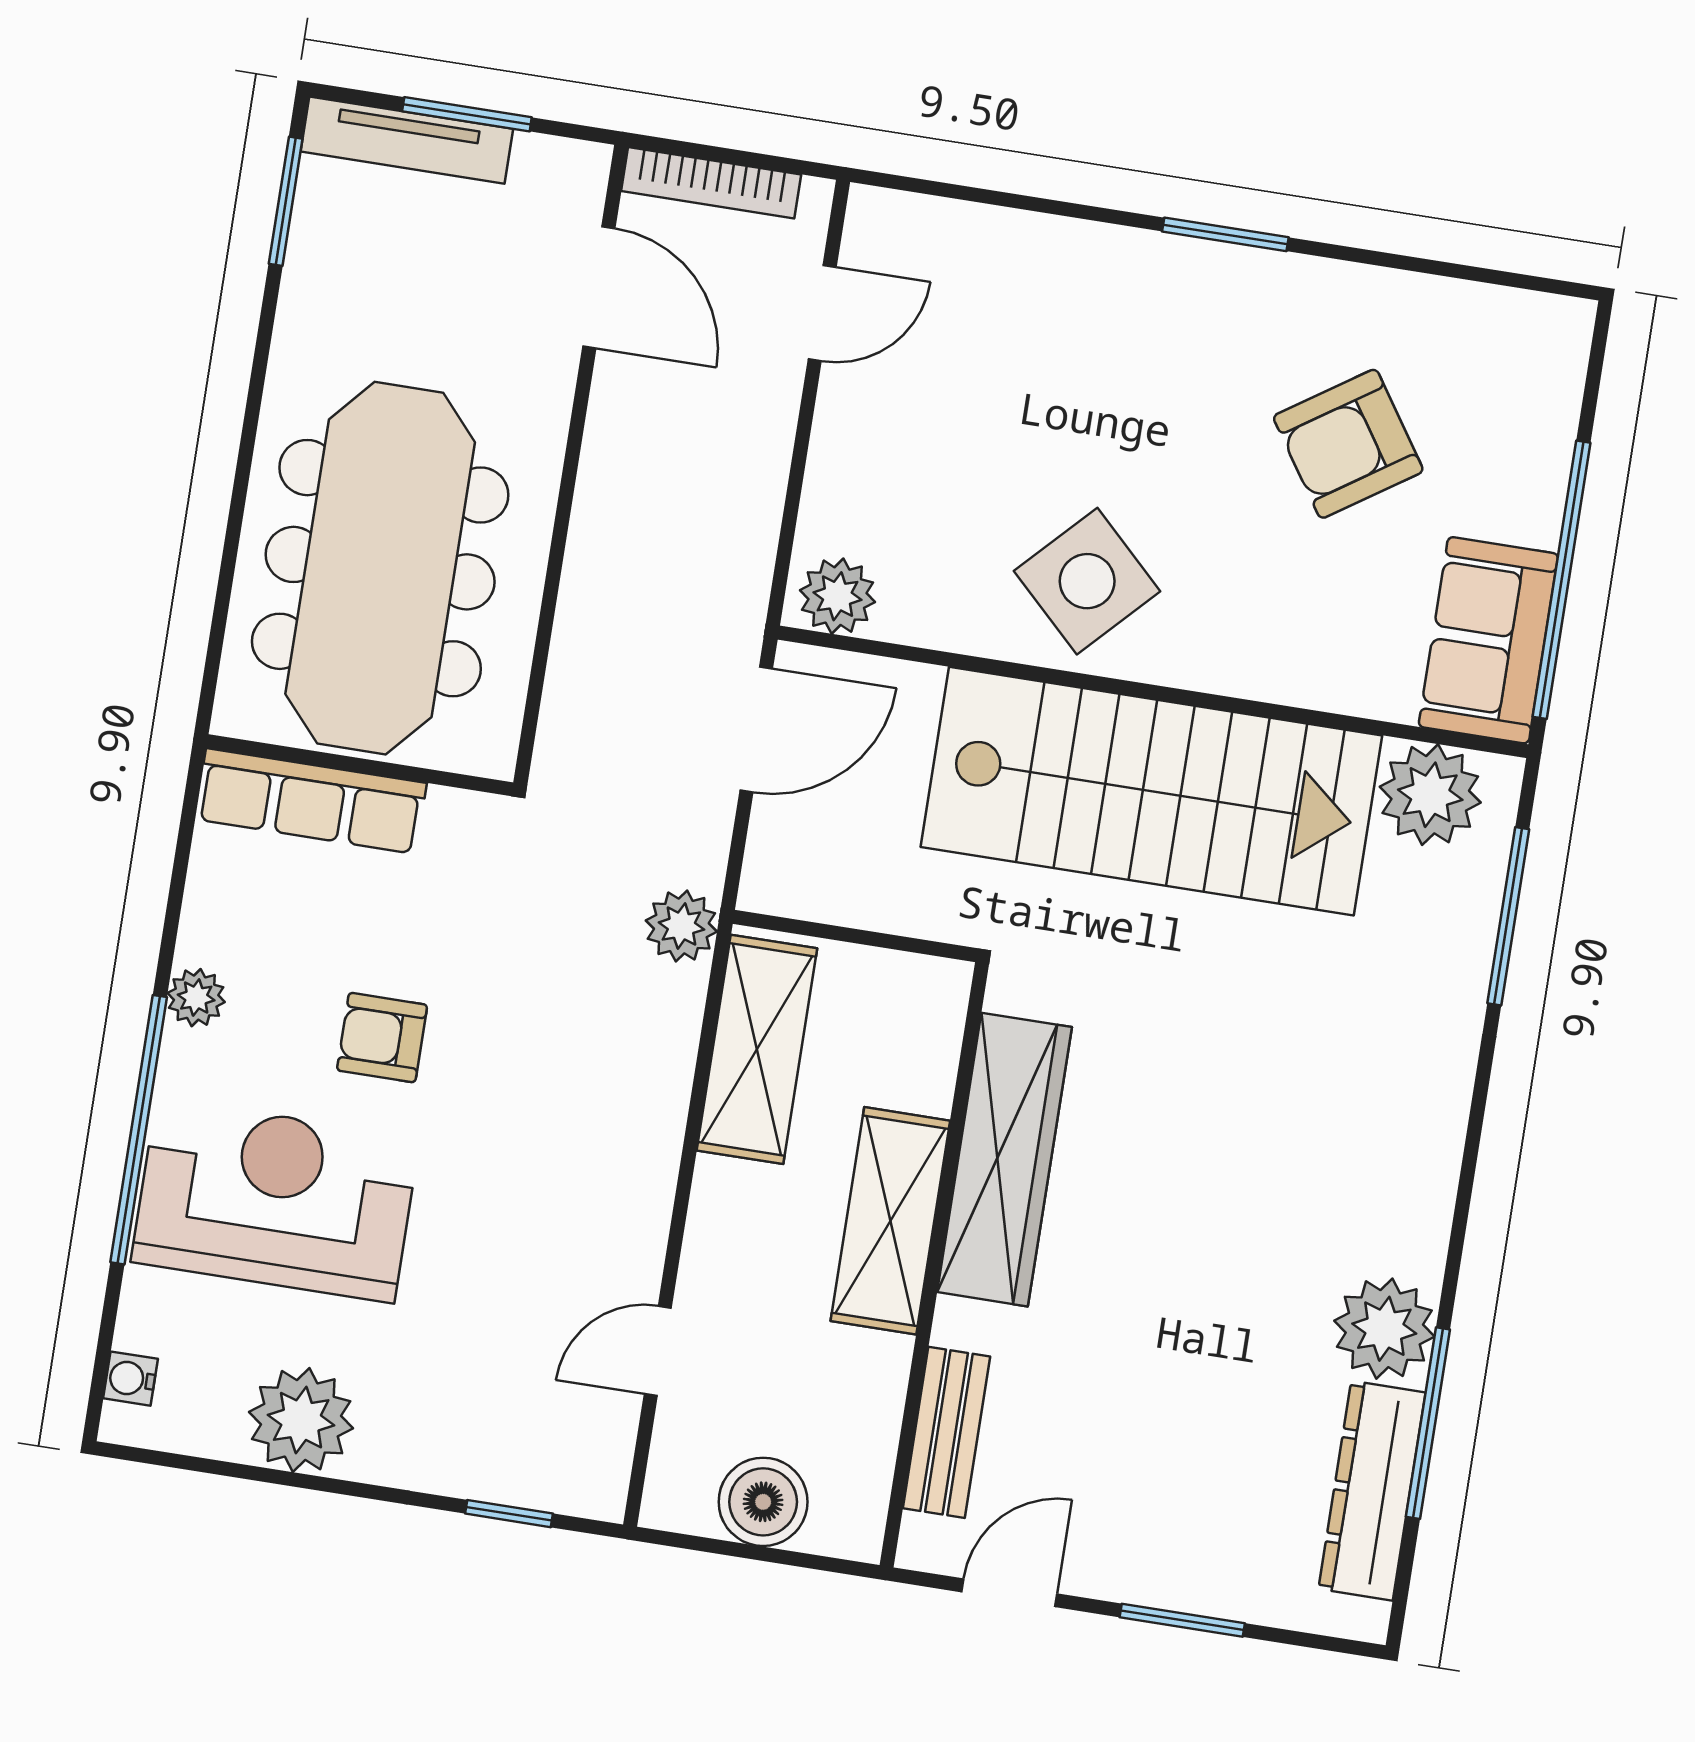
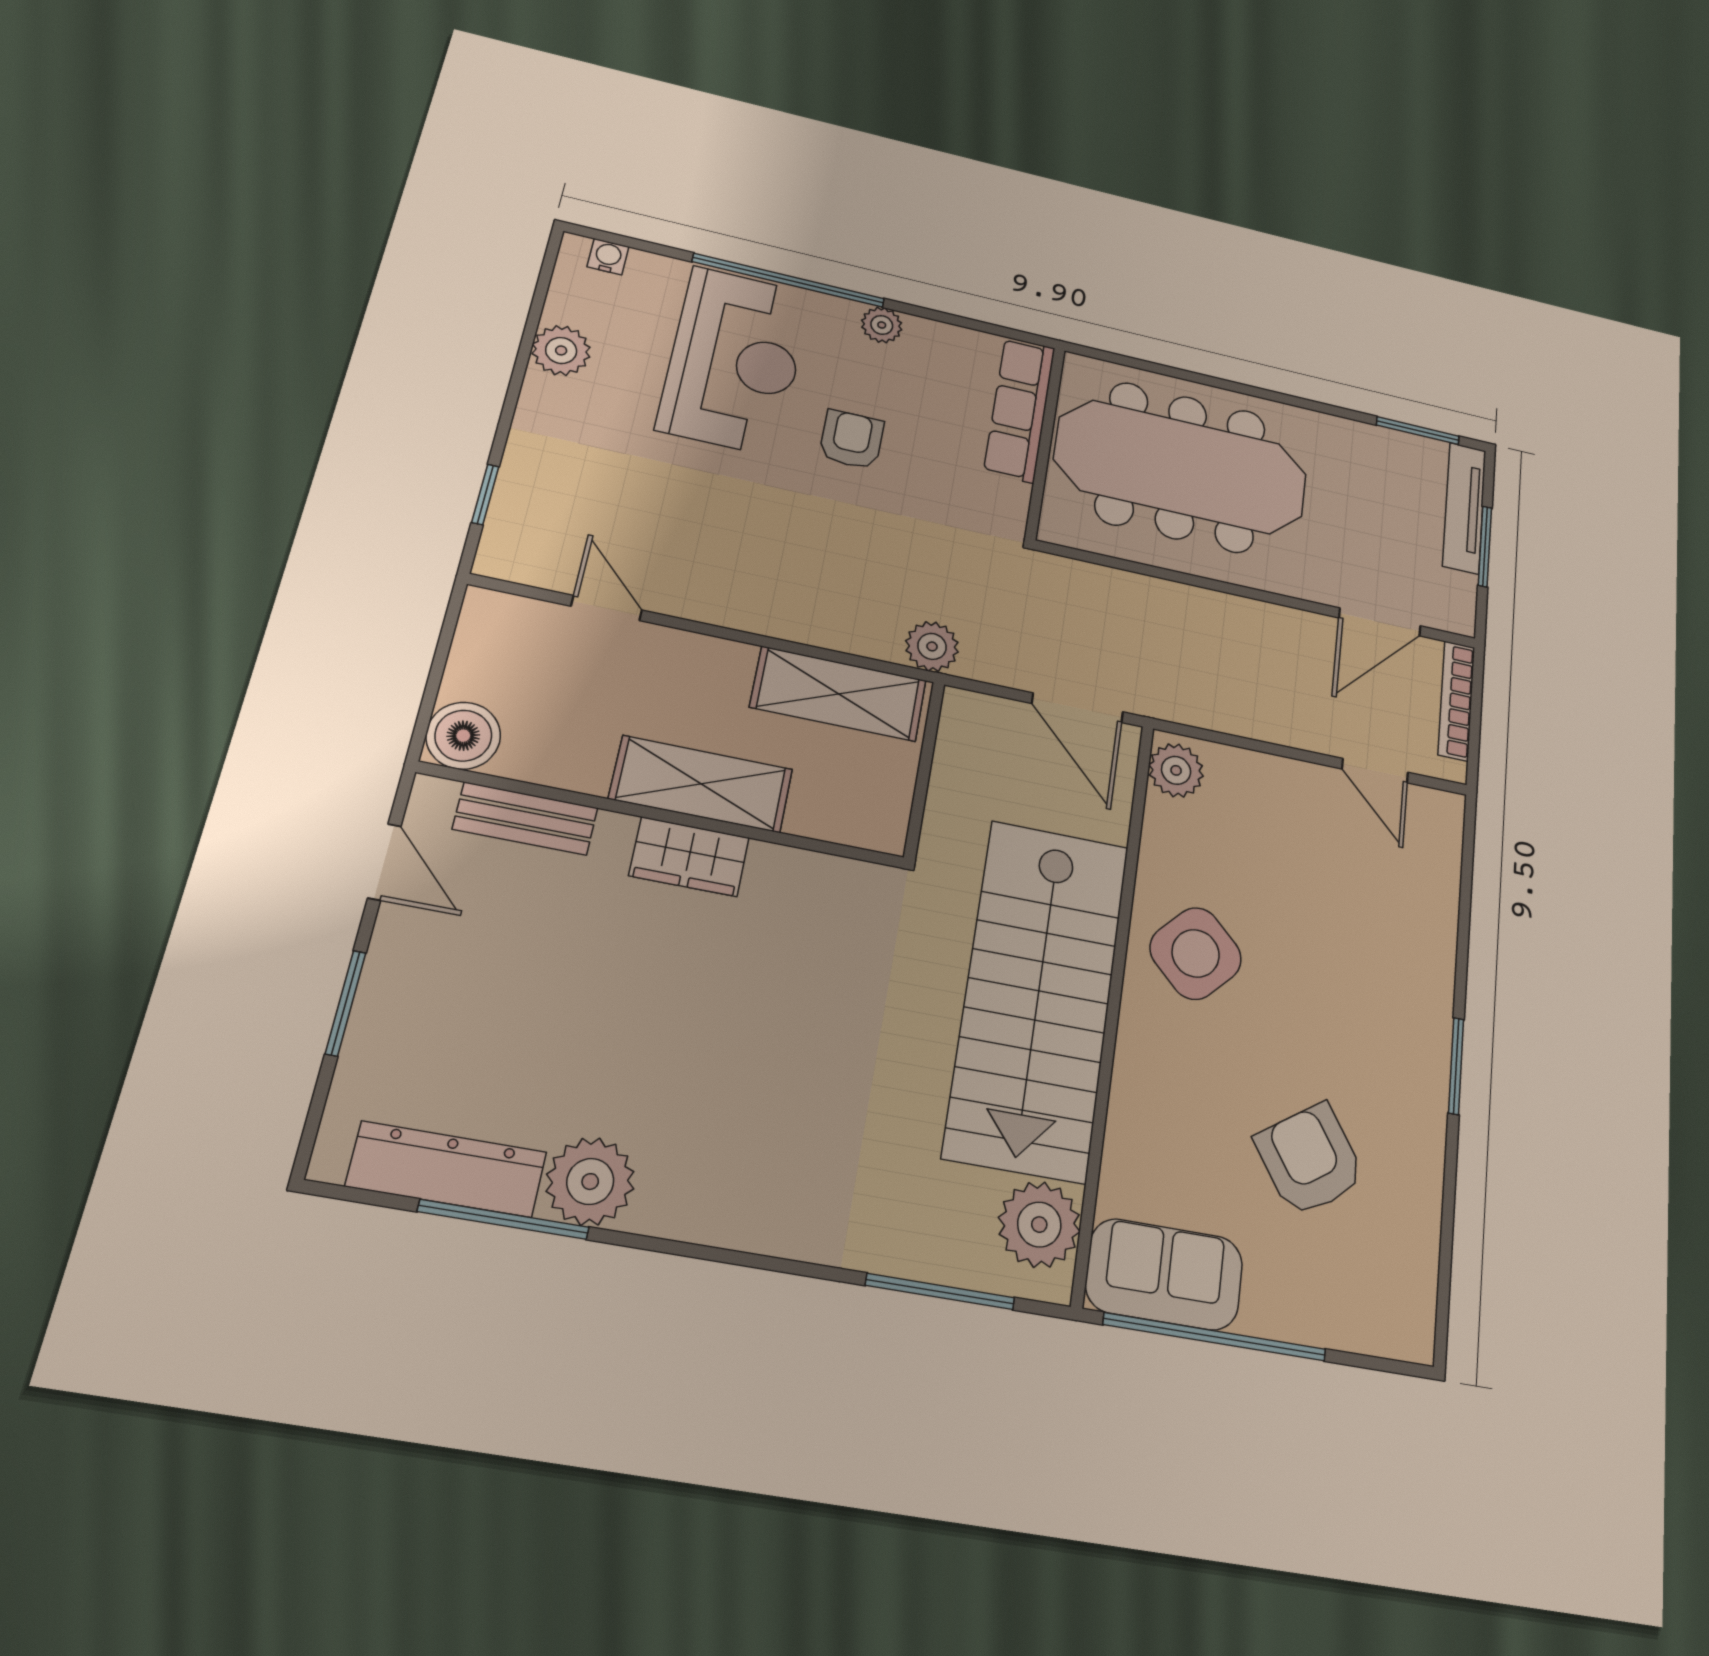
wardrobe: (1005, 1160) -> (689, 857), width x0.48, depth x0.85
plant: (301, 1420) -> (561, 350), width x0.73, depth x0.73
boiler: (763, 1502) -> (463, 736), moved

